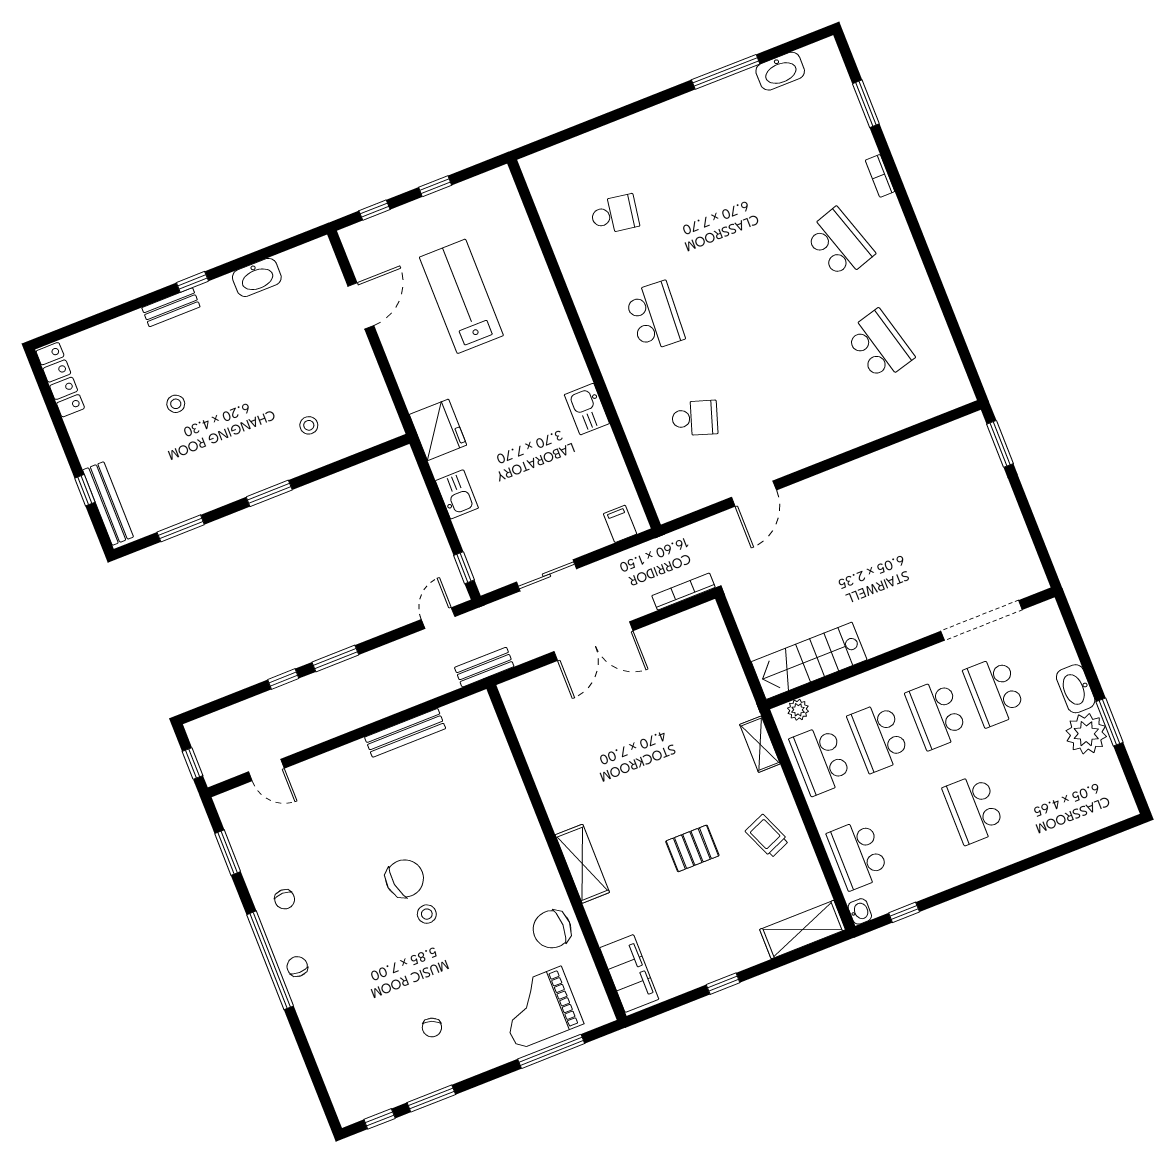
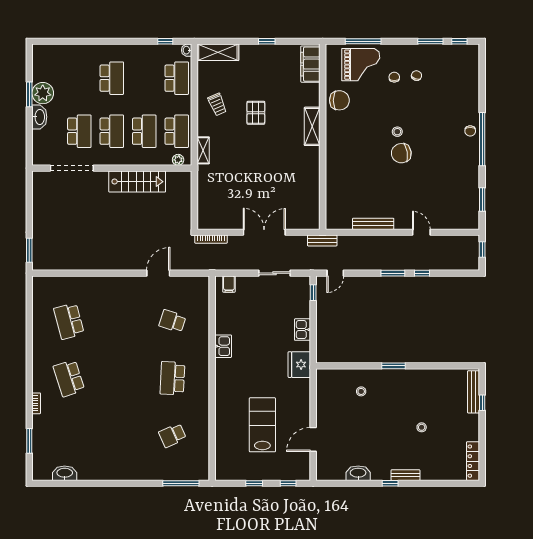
window: (726, 72) -> (181, 483), moved
school desk: (615, 214) -> (172, 435), turned -33
lab bench: (461, 296) -> (262, 425), turned 180
window: (181, 528) -> (443, 366), removed
stairs: (809, 661) -> (137, 182), moved
door: (266, 770) -> (421, 232), moved
pallet: (692, 848) -> (256, 113), turned 90
chair: (285, 899) -> (394, 77), moved

